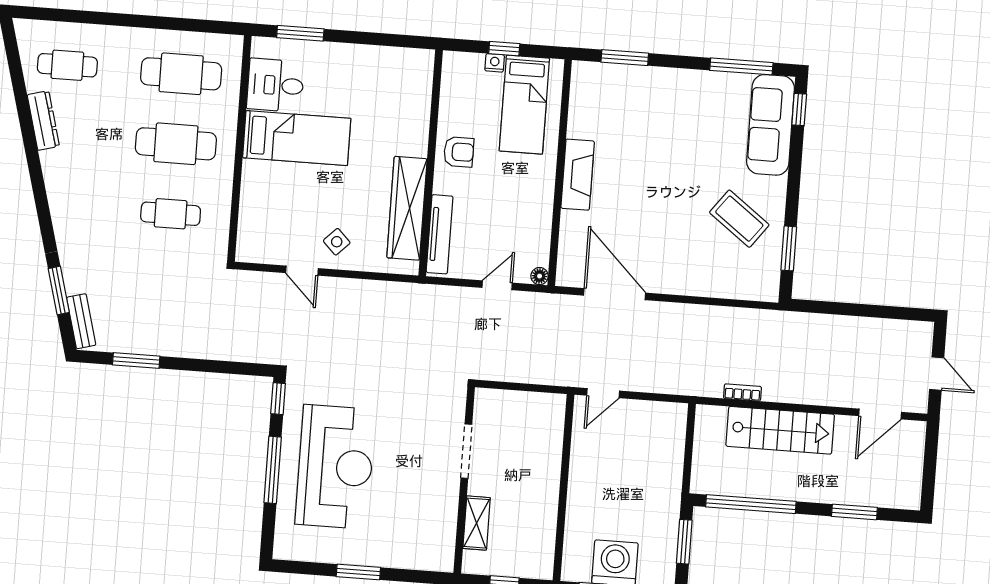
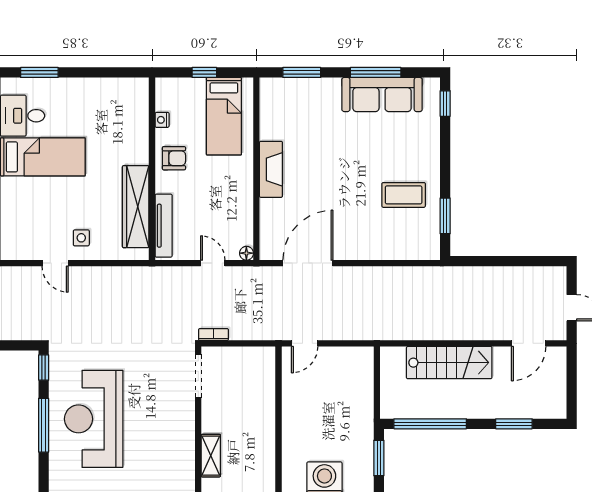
nightstand: (495, 63) -> (162, 120), moved, turned -90
window: (741, 66) -> (376, 72), moved
sofa: (771, 125) -> (382, 95), moved, turned -90
coffee table: (739, 219) -> (404, 195), turned -37
side table: (337, 242) -> (81, 238), turned 45
door: (497, 285) -> (213, 263), hinge flipped
door: (615, 294) -> (308, 263), hinge flipped
bookcase: (742, 392) -> (213, 334), moved
doorway: (466, 451) -> (198, 376), moved
reception desk: (335, 467) -> (94, 419), turned 180

